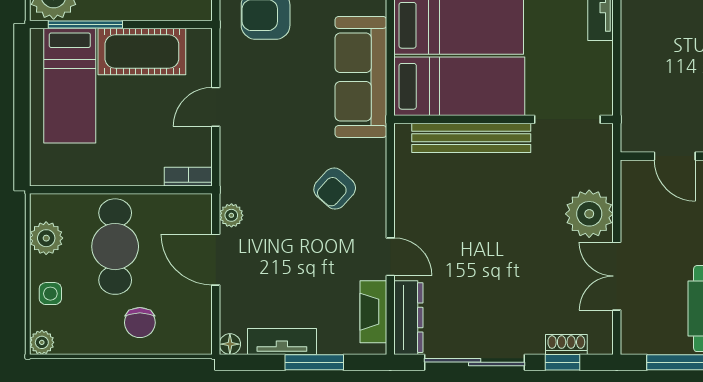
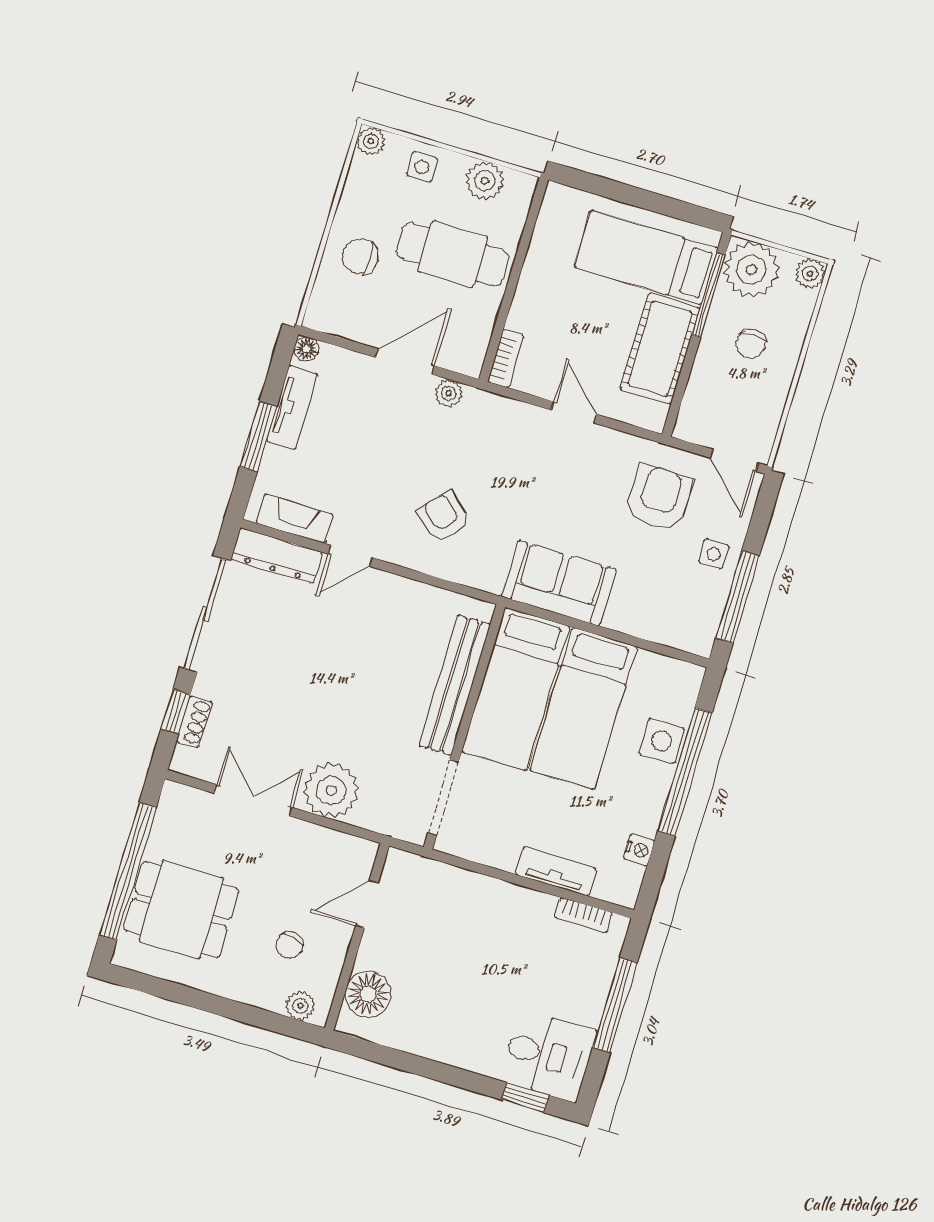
sofa: (361, 77) -> (559, 583), width x0.73

